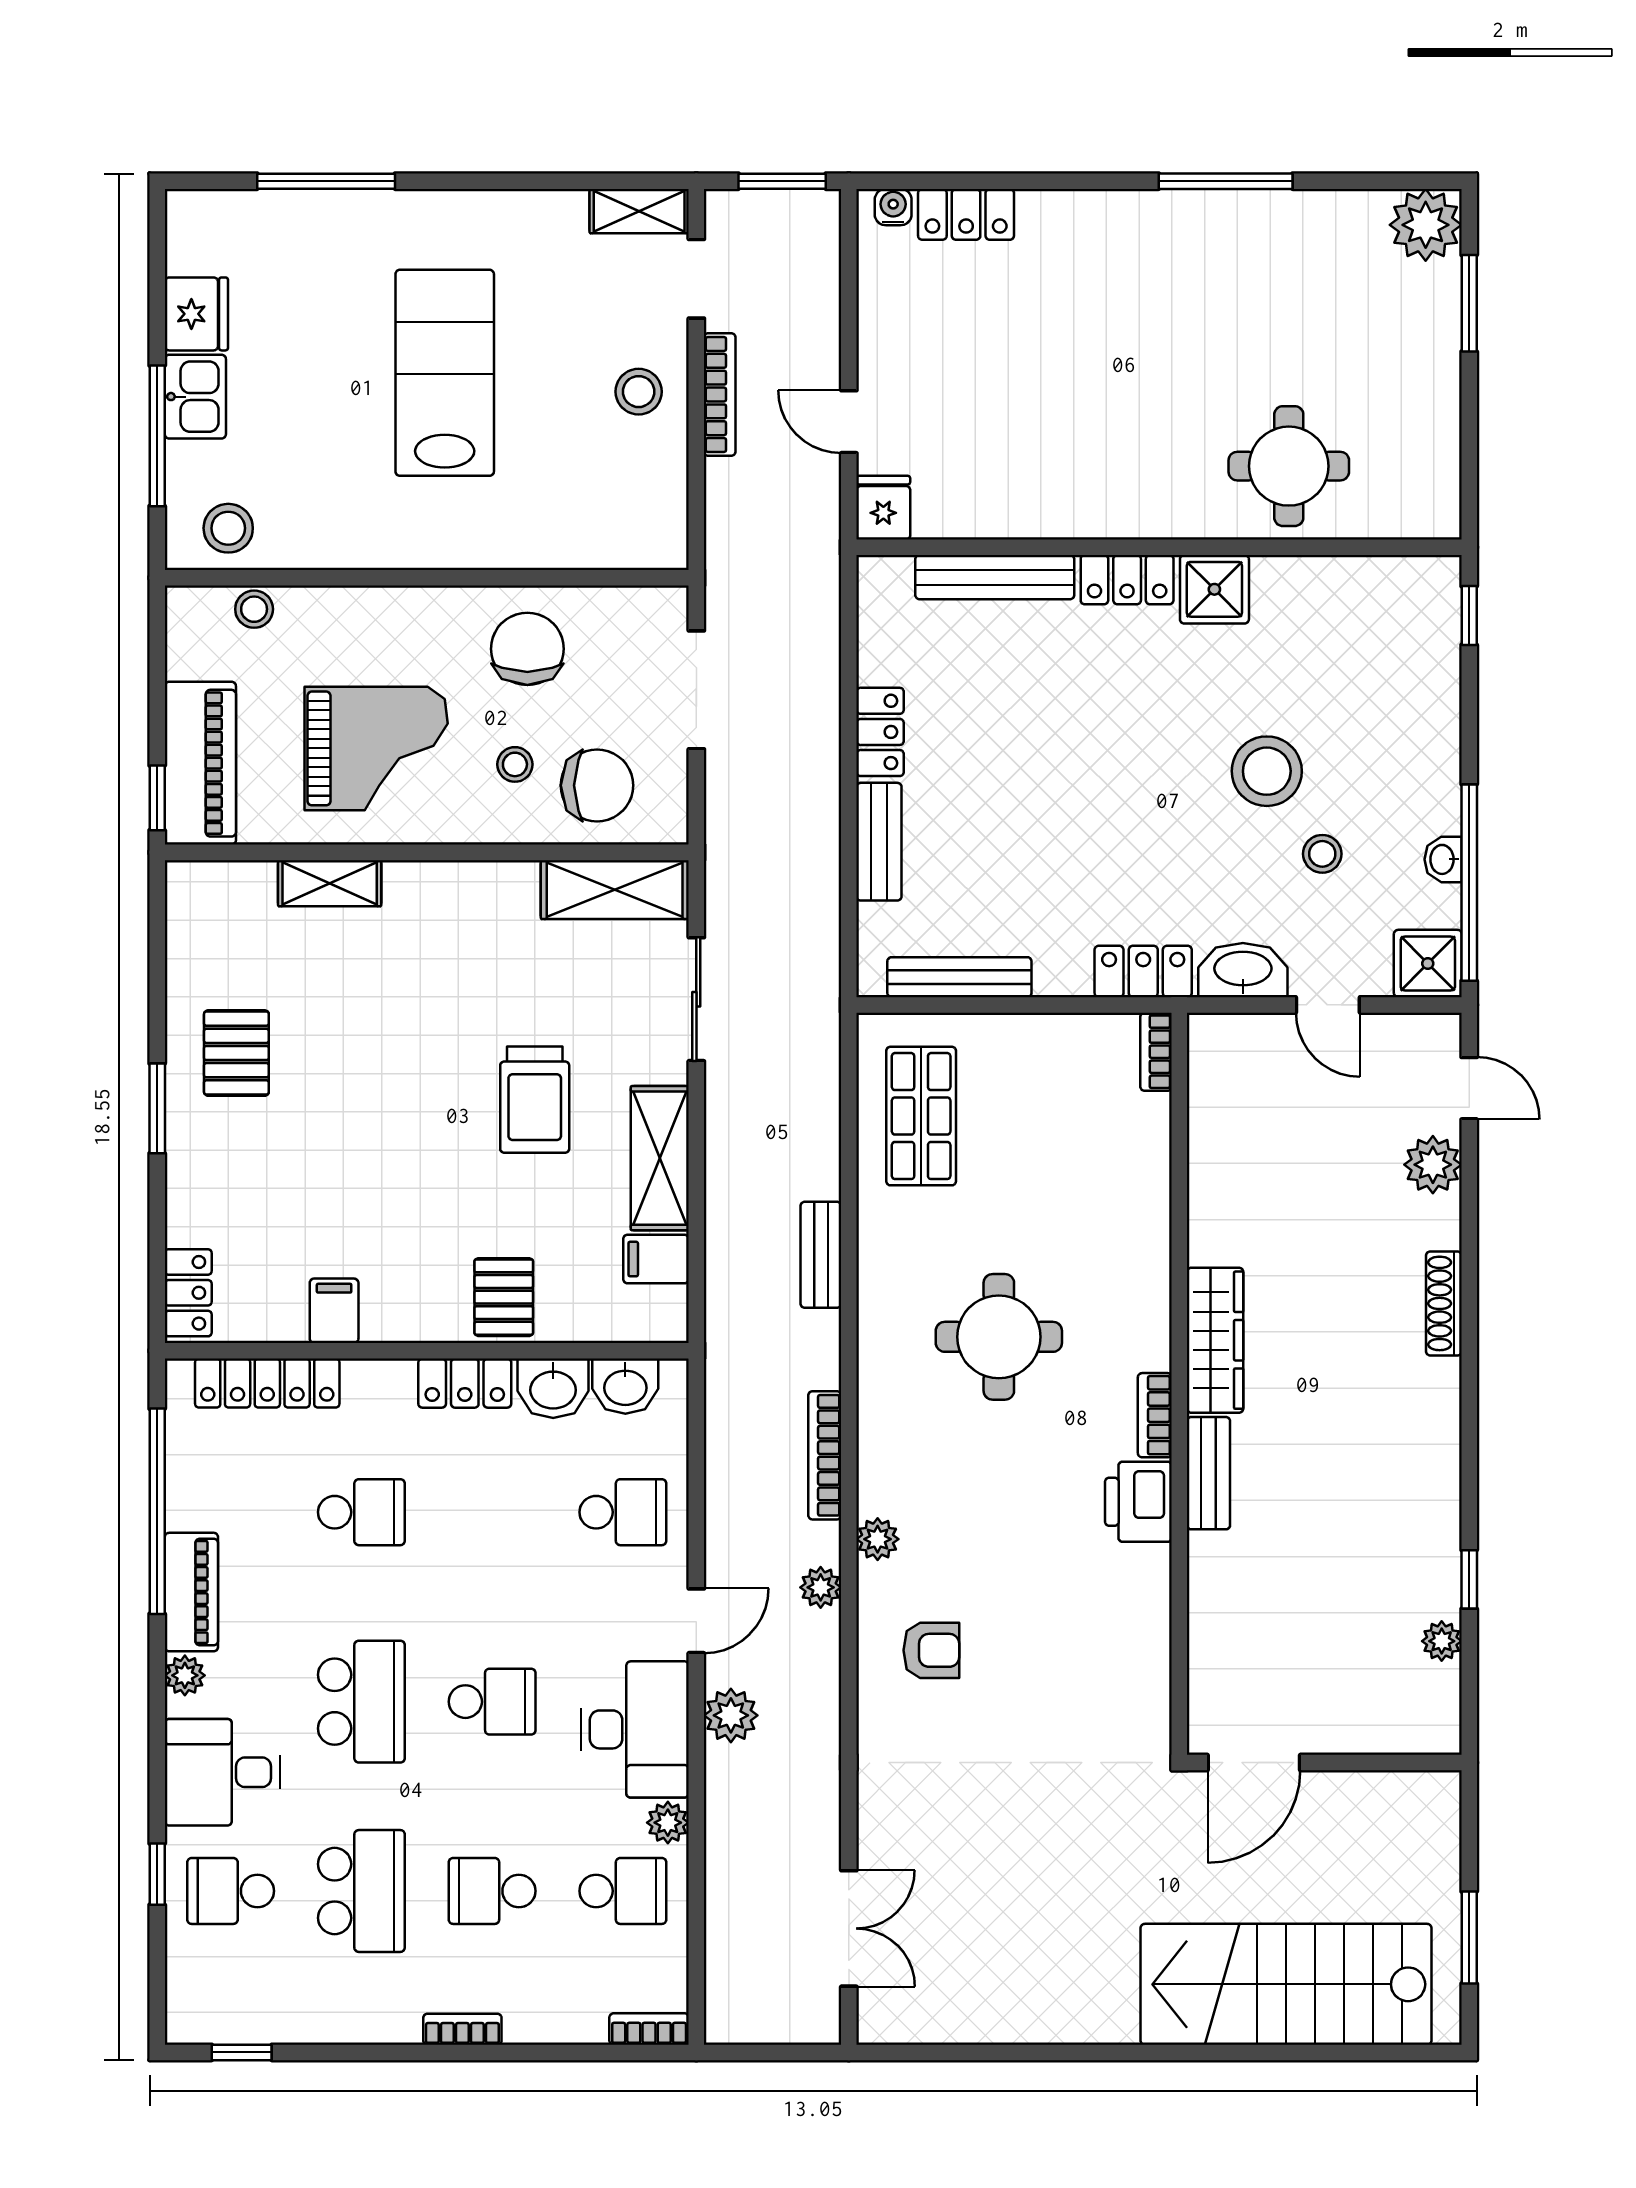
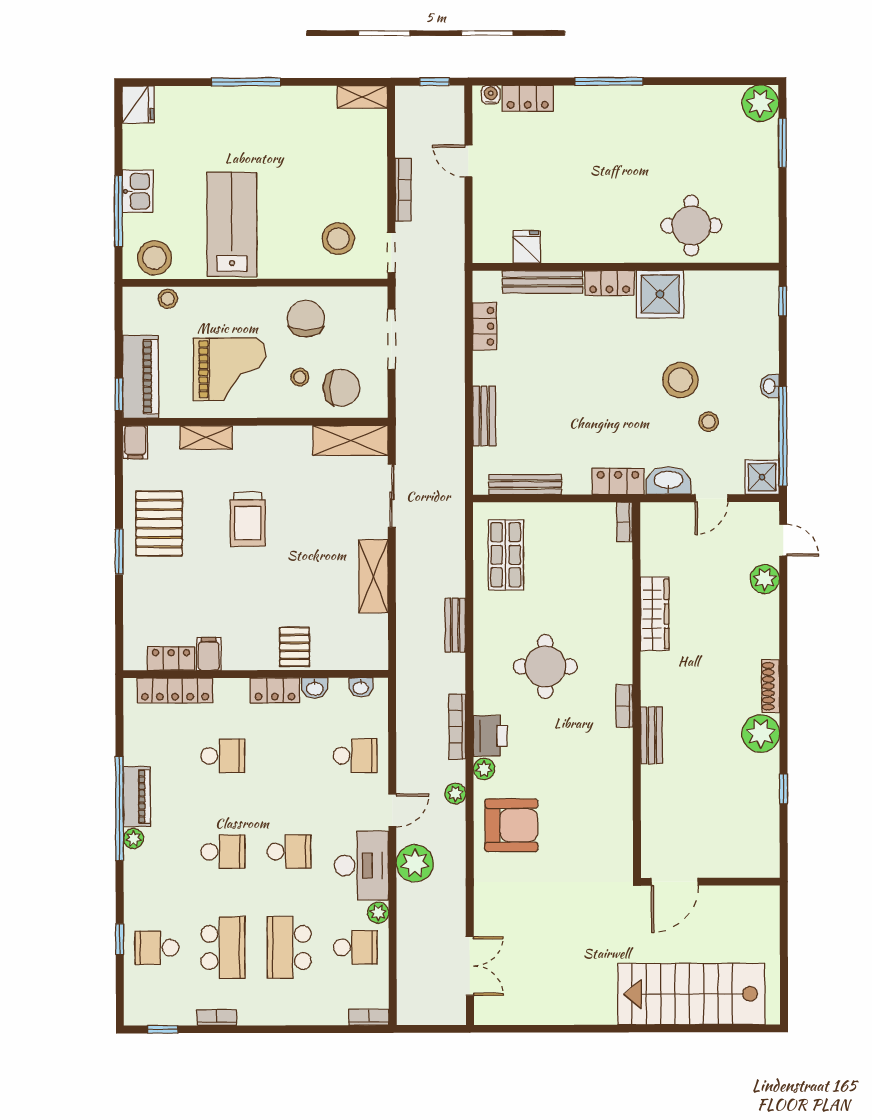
window: (326, 181) -> (246, 82), moved
window: (782, 181) -> (435, 82), width x0.67
window: (1226, 181) -> (609, 81), moved
doorway: (696, 279) -> (391, 252), moved
fridge: (196, 314) -> (138, 105), moved
lab bench: (445, 373) -> (232, 224), moved
stool: (639, 392) -> (338, 239), moved, width x1.38, depth x1.38
door: (849, 422) -> (468, 161), moved
fridge: (883, 508) -> (527, 247), moved
stool: (228, 528) -> (154, 258), width x1.38, depth x1.38
shower: (1214, 589) -> (660, 294), width x1.36, depth x1.36
locker: (880, 732) -> (485, 326), moved
washbasin: (1443, 859) -> (770, 386), moved
door: (1328, 1005) -> (712, 498), hinge flipped
pallet: (236, 1053) -> (159, 523), width x1.50, depth x1.42
trolley: (535, 1100) -> (248, 519), moved
filing cabinet: (656, 1259) -> (135, 442), moved, turned -90
locker: (188, 1293) -> (171, 659), moved, turned -90
shoe rack: (1444, 1303) -> (771, 686), moved
wardrobe: (1215, 1340) -> (655, 614), moved
washbasin: (625, 1386) -> (361, 687), width x0.72, depth x0.69
washbasin: (553, 1388) -> (315, 688), width x0.72, depth x0.69
printer: (1138, 1502) -> (490, 736), moved, turned 180
window: (157, 1511) -> (119, 808), moved
plant: (1442, 1641) -> (761, 734), moved, width x1.87, depth x1.87
armchair: (931, 1650) -> (511, 825), width x1.88, depth x1.88
school desk: (361, 1702) -> (223, 852), width x0.54
plant: (731, 1715) -> (415, 863), width x1.36, depth x1.36
desk: (222, 1772) -> (153, 888), removed
school desk: (492, 1891) -> (289, 947), width x1.85
window: (1469, 1938) -> (784, 970), removed
bookcase: (462, 2029) -> (217, 1018), moved

